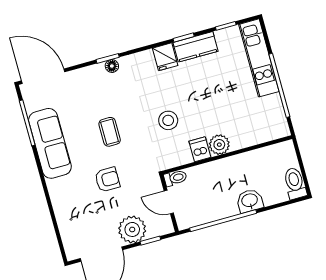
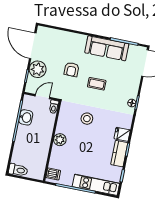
dishwasher: (200, 149) -> (53, 174), moved
washbasin: (250, 201) -> (26, 117), moved

